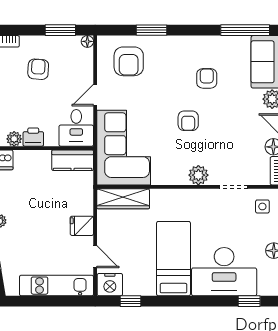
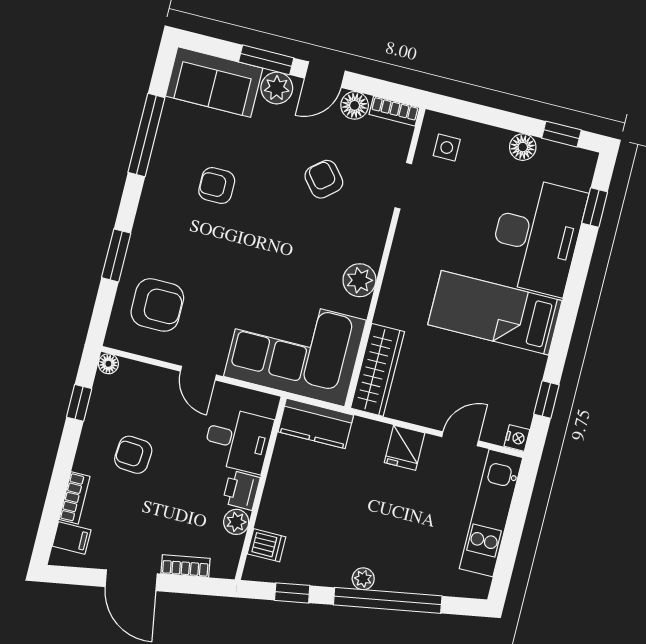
window: (60, 30) -> (79, 403), width x0.67
window: (245, 30) -> (146, 135), moved
armchair: (188, 121) -> (324, 179), moved, turned -130
desk: (76, 128) -> (238, 440), moved
kitchen counter: (73, 160) -> (316, 423), moved, turned 90
plant: (198, 175) -> (359, 280), moved
nightstand: (110, 285) -> (517, 438), width x0.53, depth x0.56

